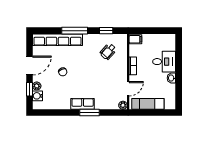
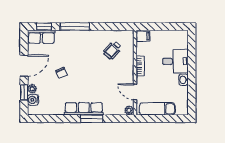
window: (106, 31) -> (44, 26), moved
row of seats: (57, 40) -> (41, 37), width x0.50
door: (128, 89) -> (135, 92), swing flipped
row of seats: (83, 104) -> (84, 109), width x1.48

